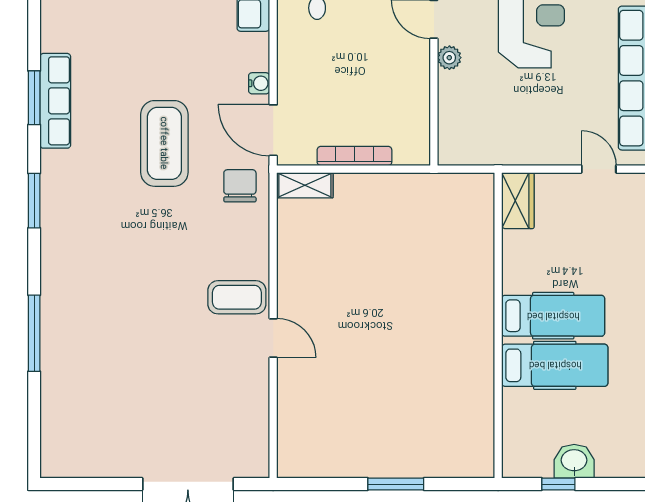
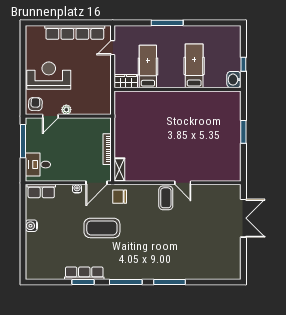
window: (34, 201) -> (126, 282), width x1.44
hospital bed: (553, 316) -> (148, 67), moved
window: (34, 333) -> (170, 282), moved
door: (273, 338) -> (183, 183), swing flipped
washbasin: (574, 461) -> (234, 80), moved

